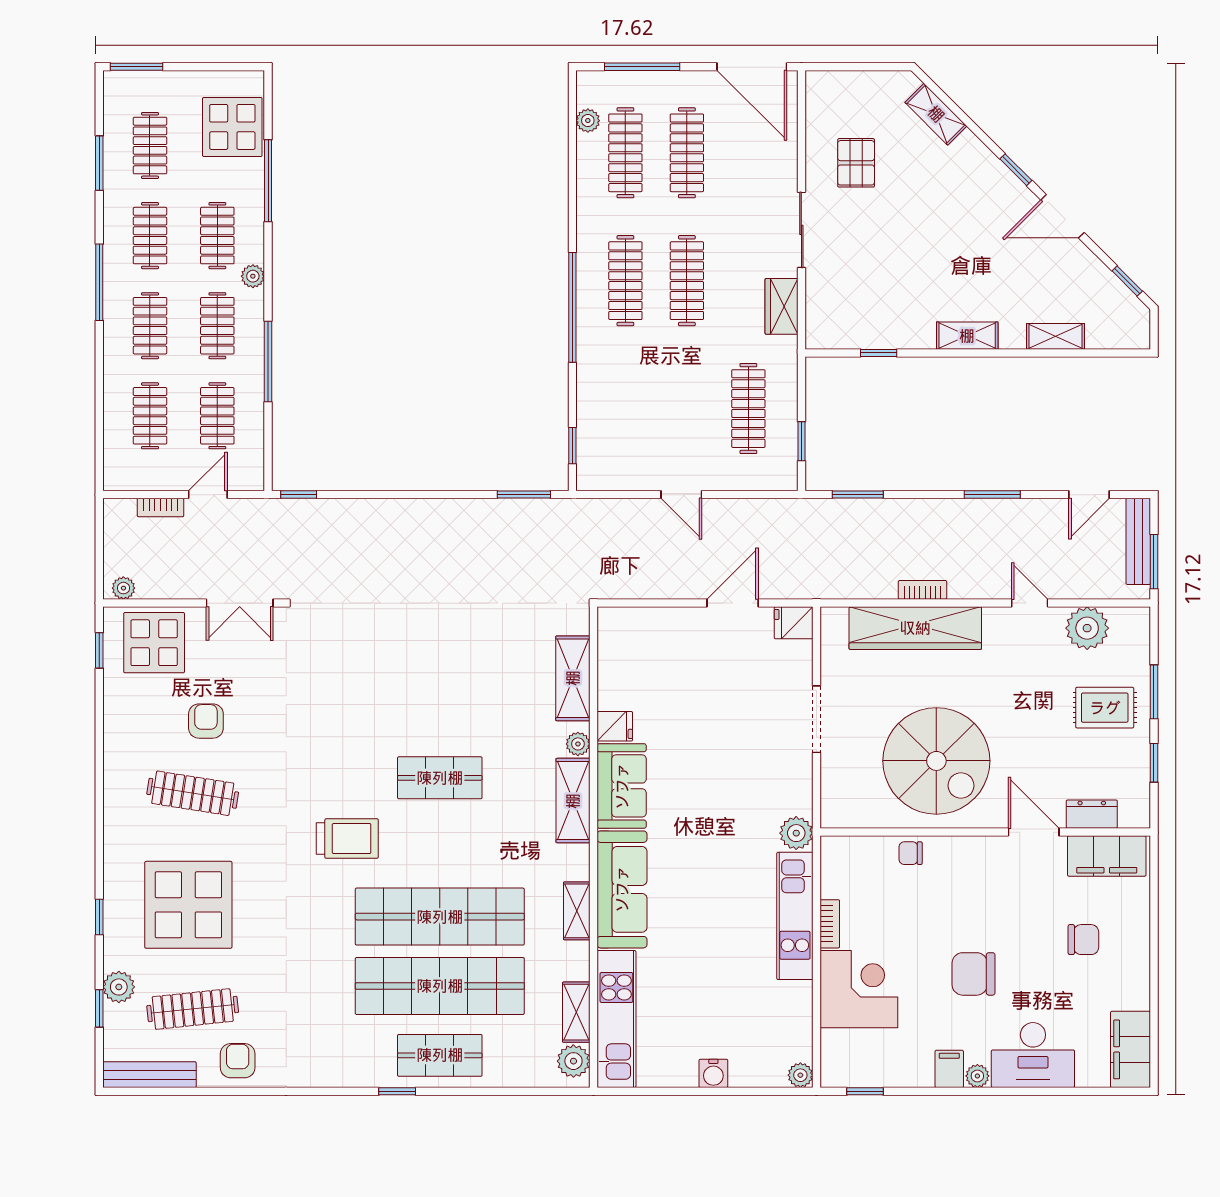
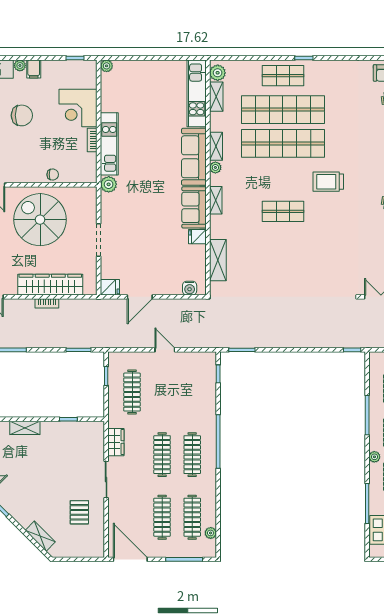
plant: (578, 744) -> (215, 167), moved
shelving: (573, 801) -> (216, 200), width x0.67, depth x0.75
water cooler: (713, 1073) -> (190, 288), moved, turned 180

